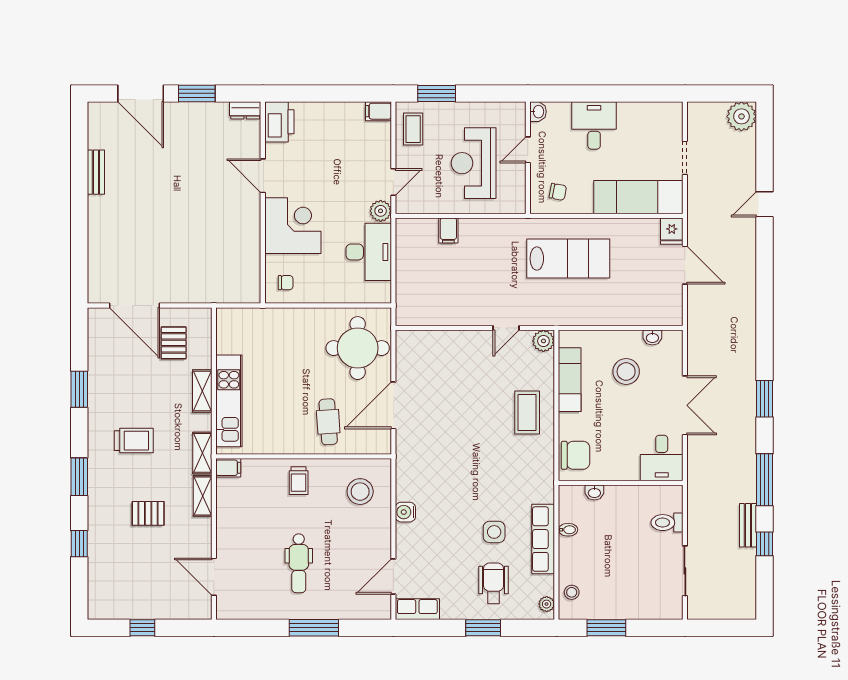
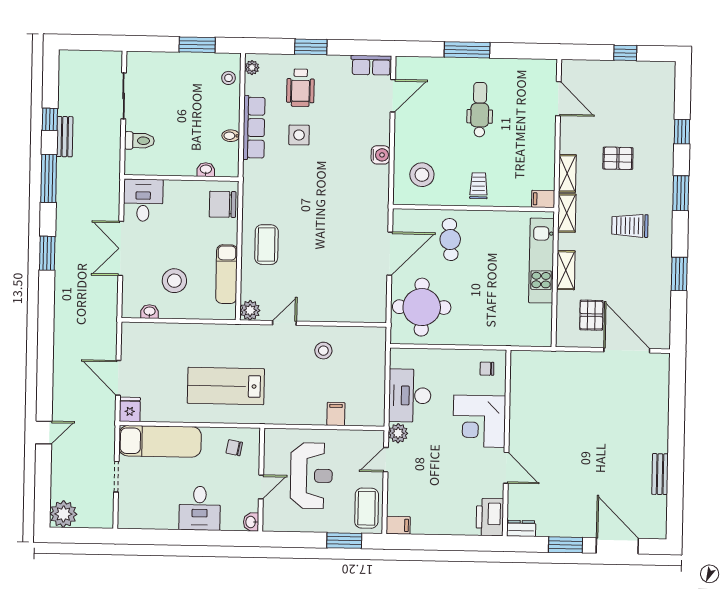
coffee table: (413, 129) -> (367, 508), width x1.36, depth x1.30
stool: (463, 299) -> (323, 351), added

